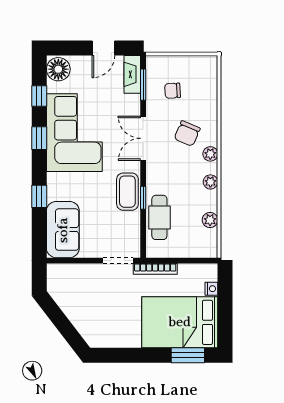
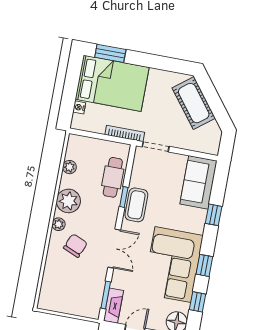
chair: (173, 91) -> (81, 285), removed
plant: (210, 182) -> (68, 201), width x1.88, depth x1.88
cot: (85, 317) -> (194, 103), added

